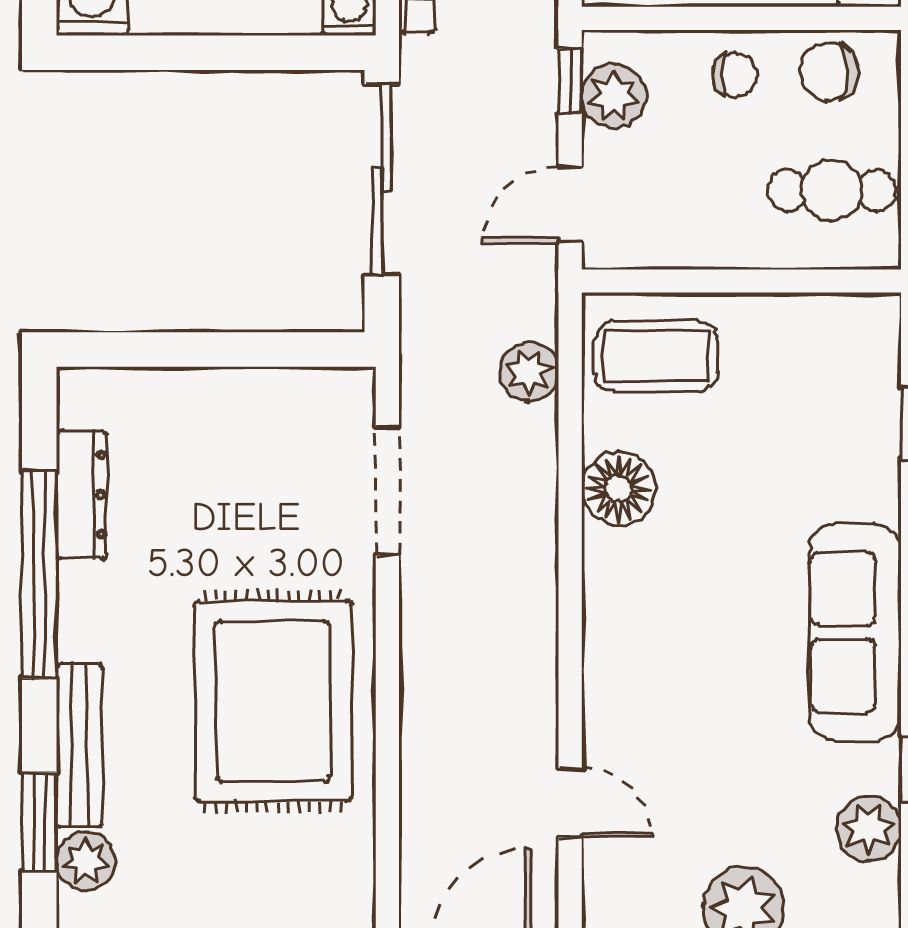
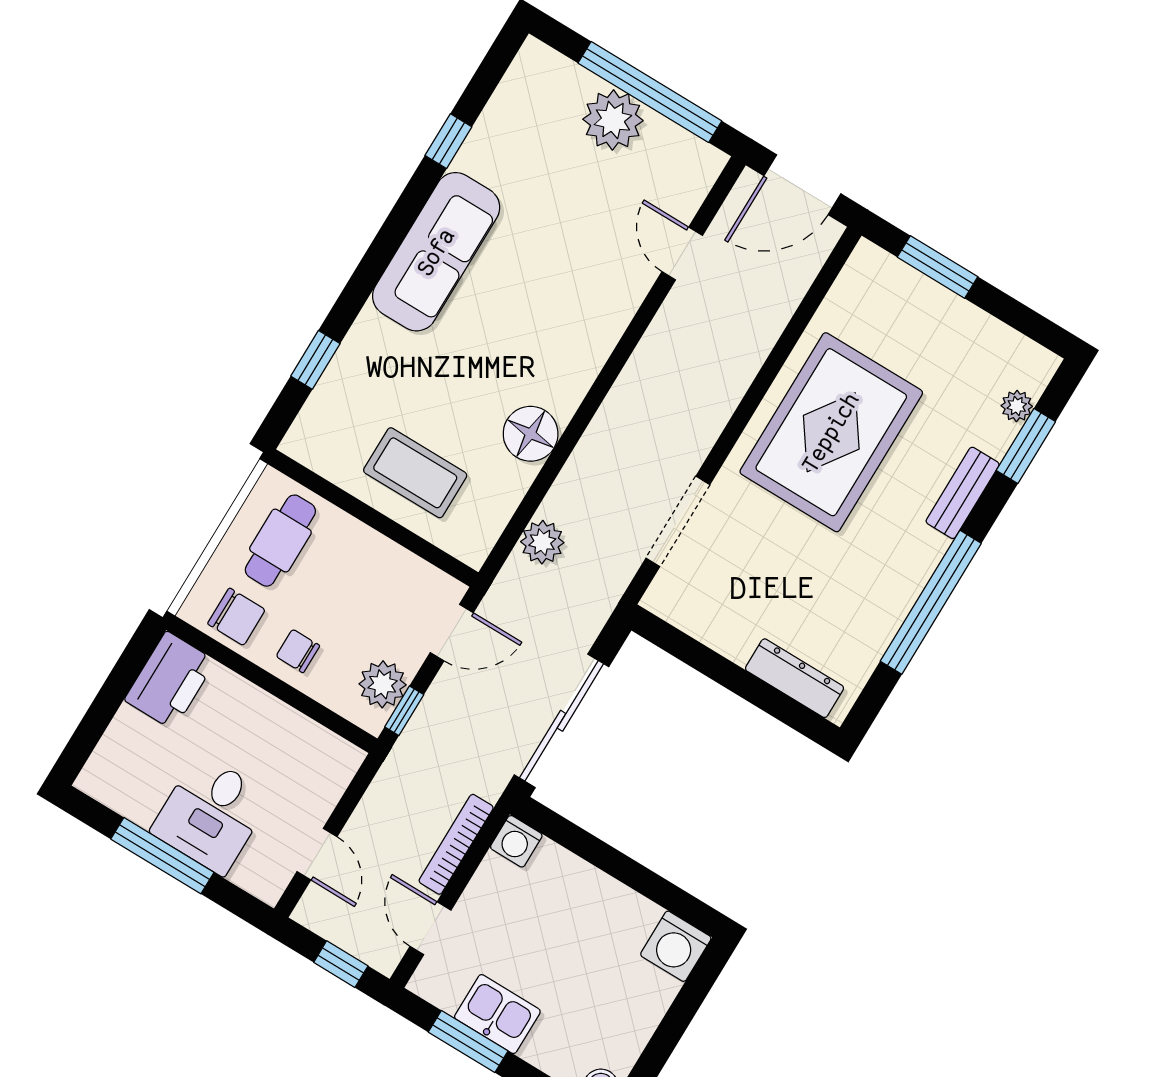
cafe table: (832, 190) -> (280, 541), turned 90
coffee table: (656, 356) -> (415, 473), moved
dresser: (81, 495) -> (795, 678), moved, turned 90
bench: (79, 745) -> (963, 493), width x0.73
plant: (869, 829) -> (503, 122), removed
plant: (86, 861) -> (1017, 406), width x0.73, depth x0.73

